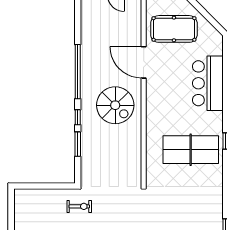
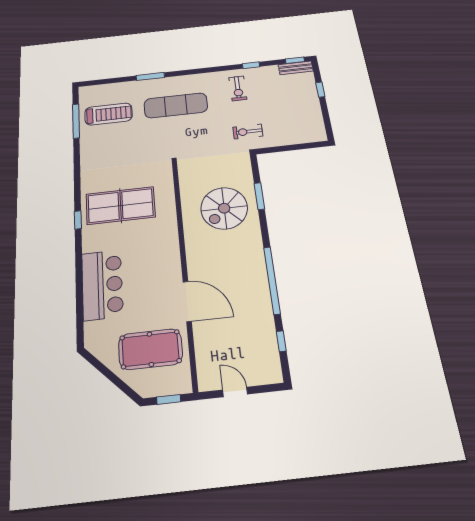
spiral stairs: (115, 105) -> (224, 208), moved, turned -90
window: (78, 117) -> (281, 341), moved

